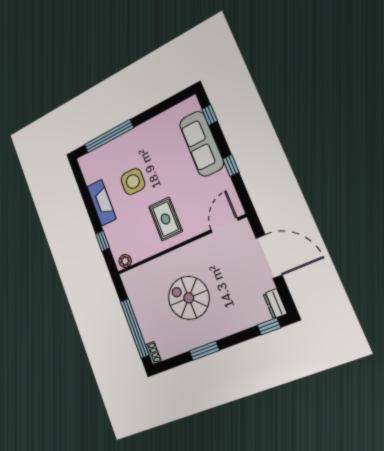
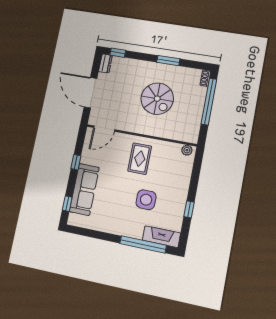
fireplace: (102, 203) -> (161, 237), moved, turned 90
window: (103, 241) -> (189, 209), moved

